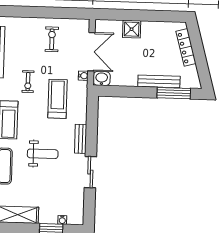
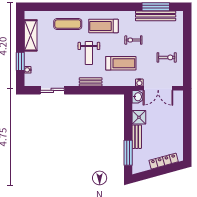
shower: (132, 29) -> (139, 117), moved
bench: (159, 81) -> (137, 137), width x0.73
weight bench: (43, 154) -> (89, 53), moved
sliding door: (90, 172) -> (52, 90), moved

